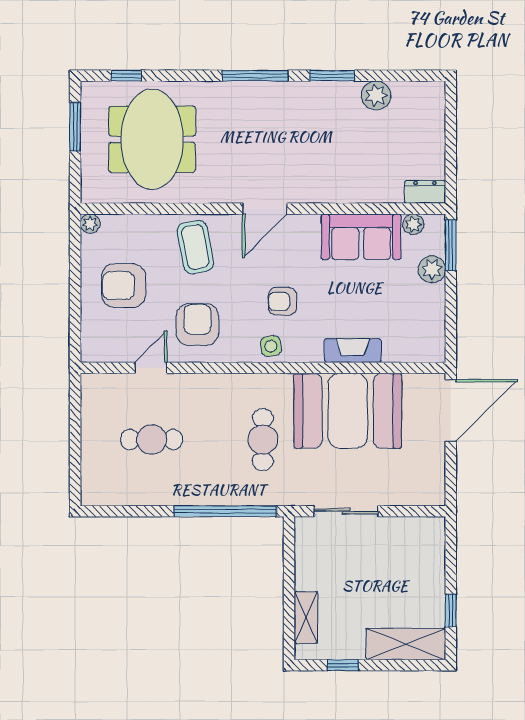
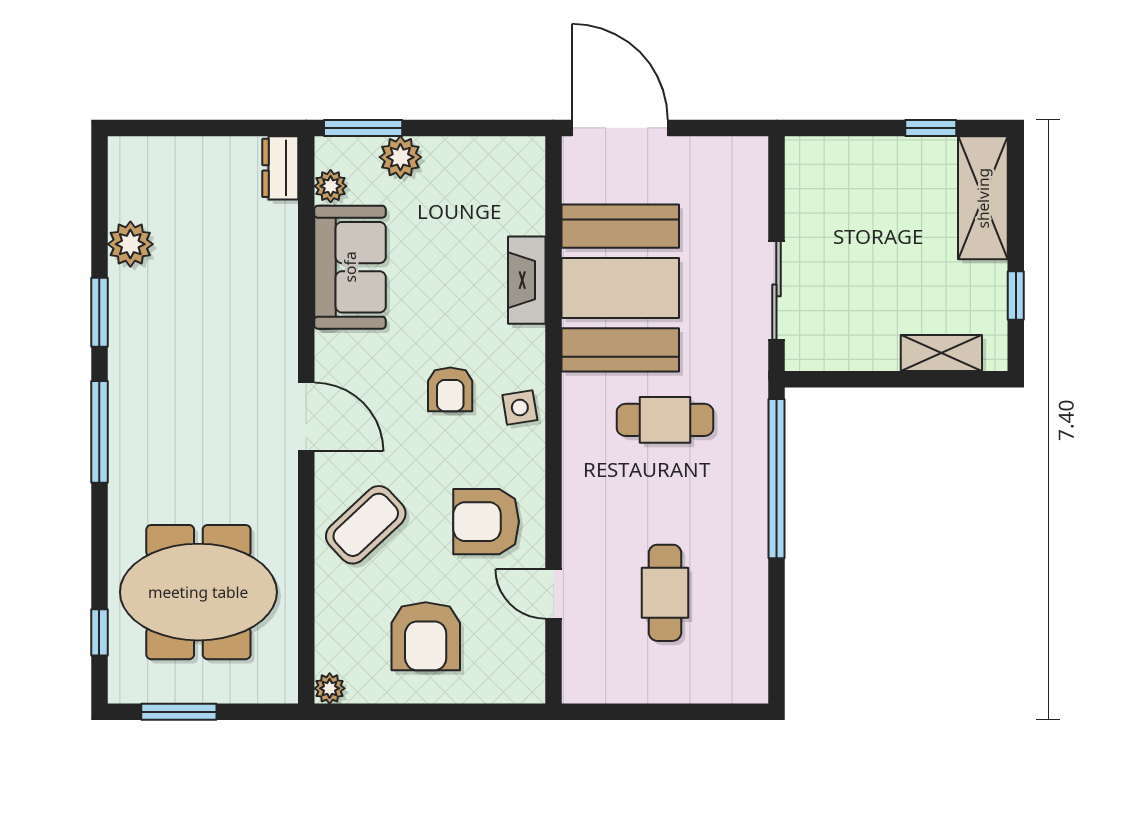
coffee table: (195, 247) -> (366, 525), turned -32

